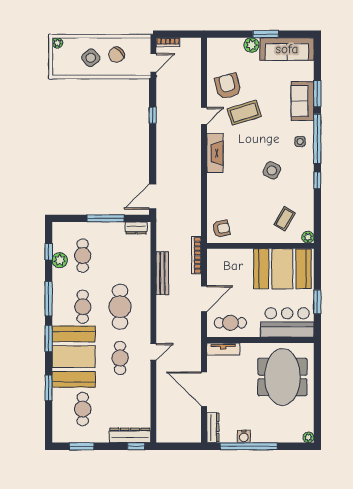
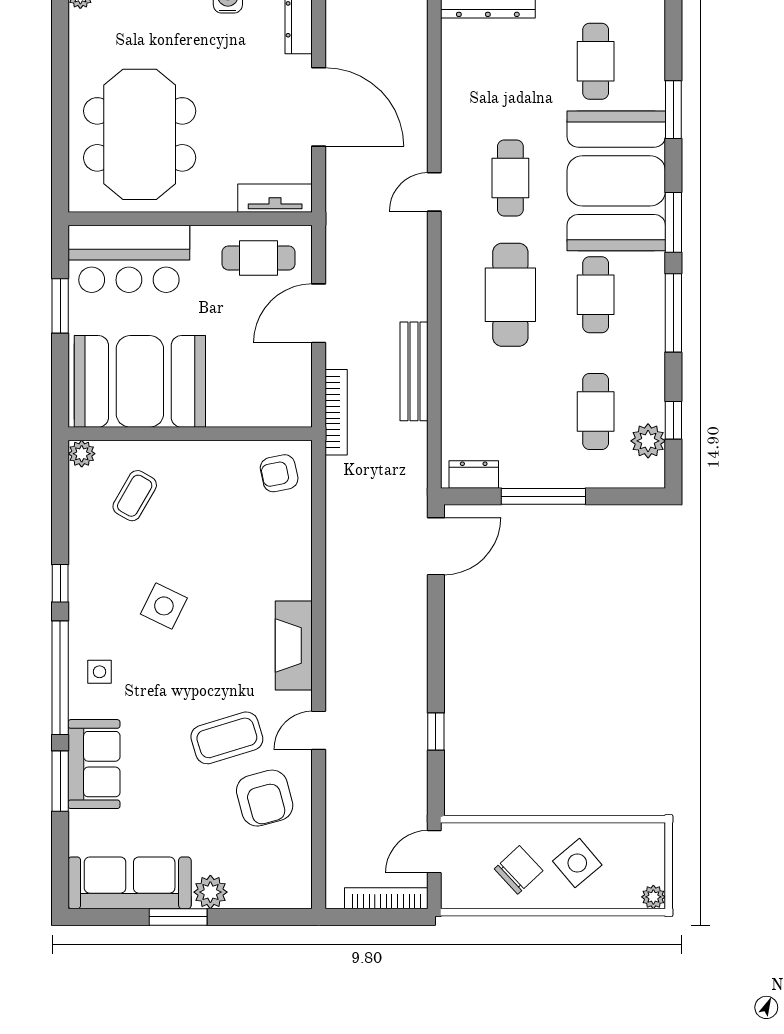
bookcase: (168, 42) -> (386, 898), width x1.56
plant: (60, 260) -> (648, 441), moved

